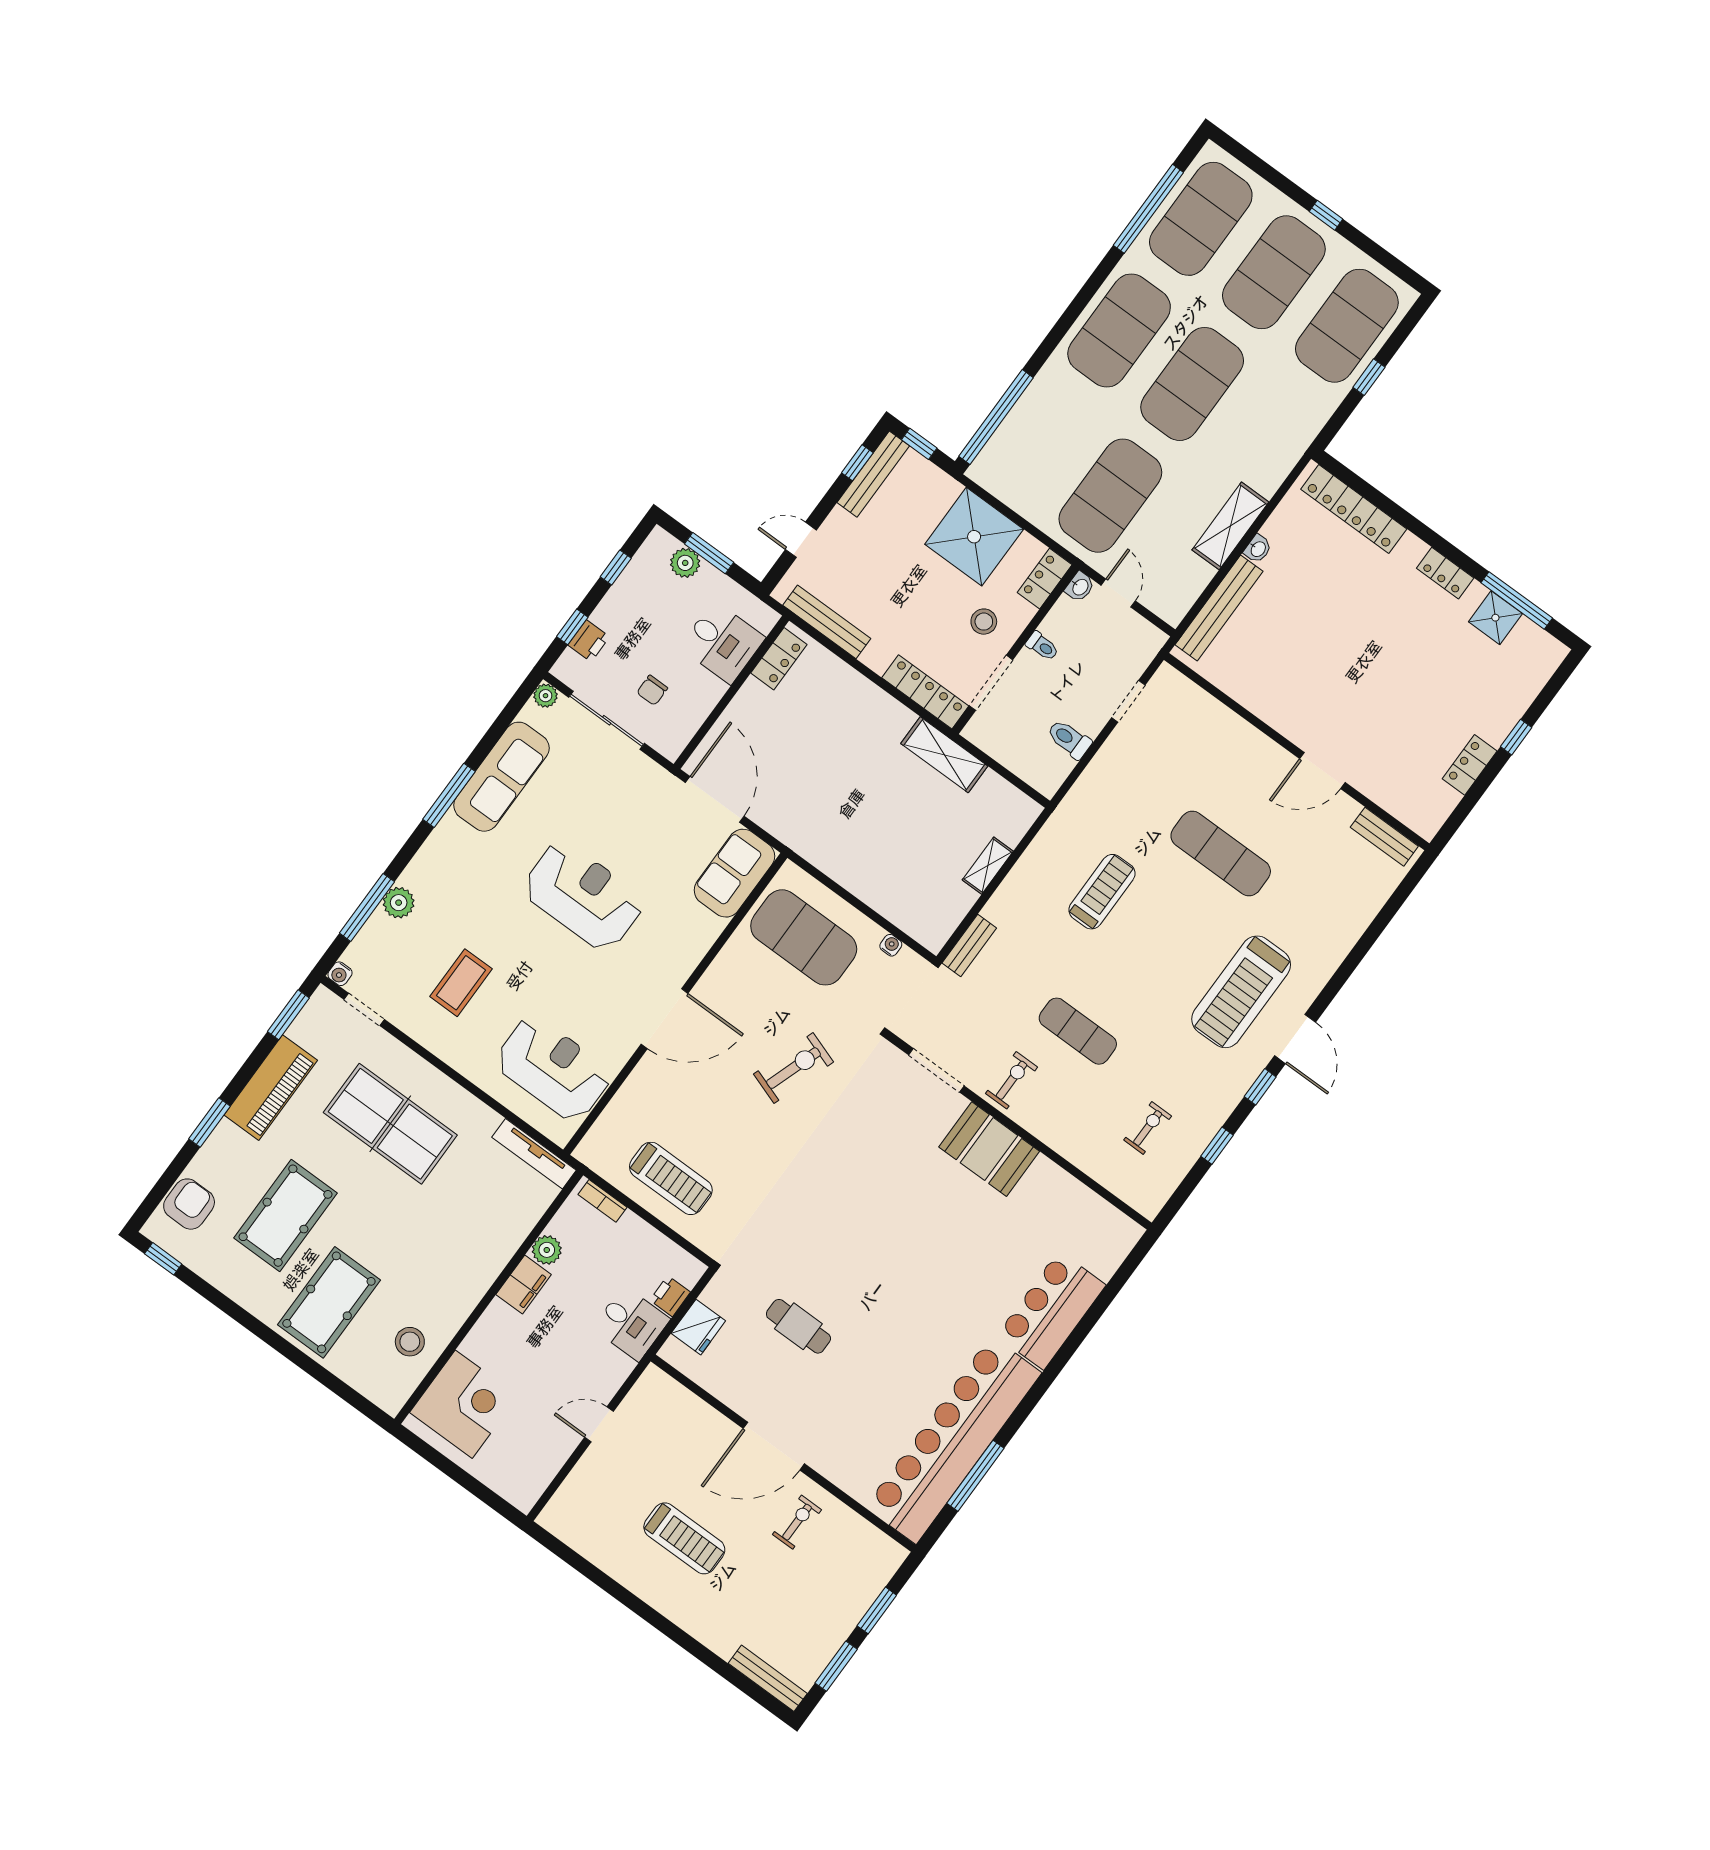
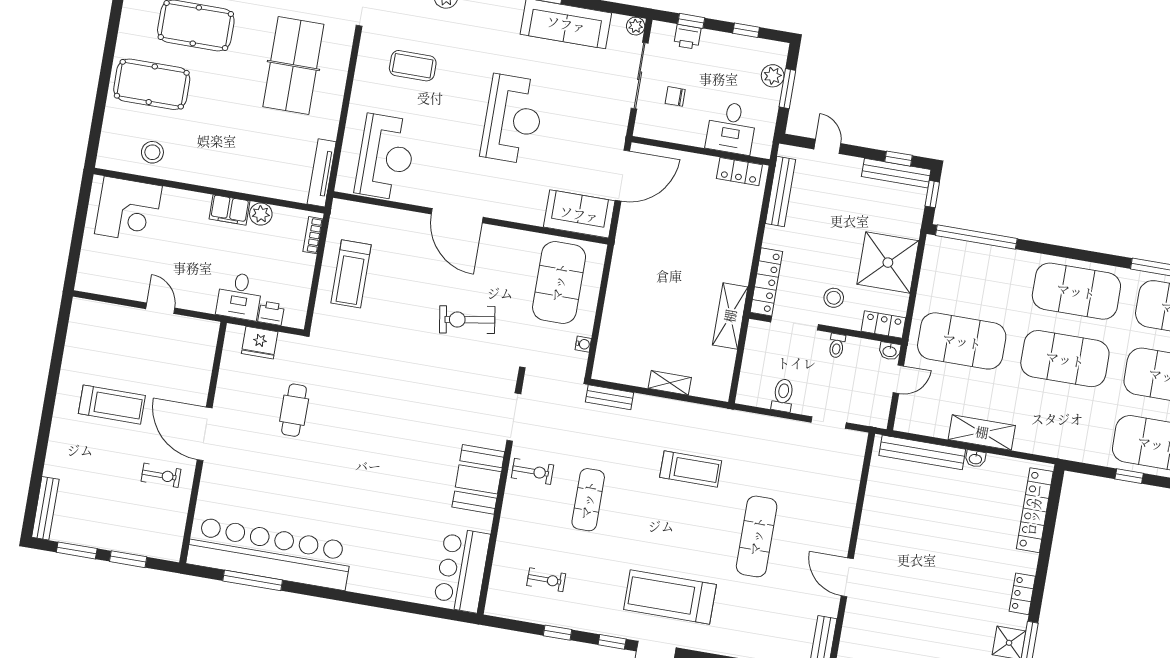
exercise bike: (793, 1068) -> (467, 320), turned 152
bar counter: (1051, 1310) -> (462, 570), moved, turned -90
treadmill: (684, 1538) -> (112, 405), turned -90

